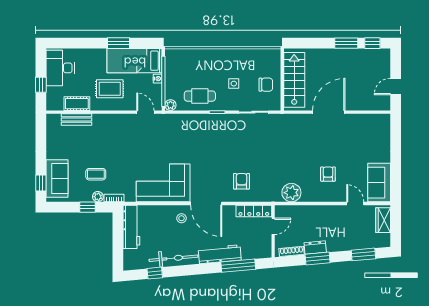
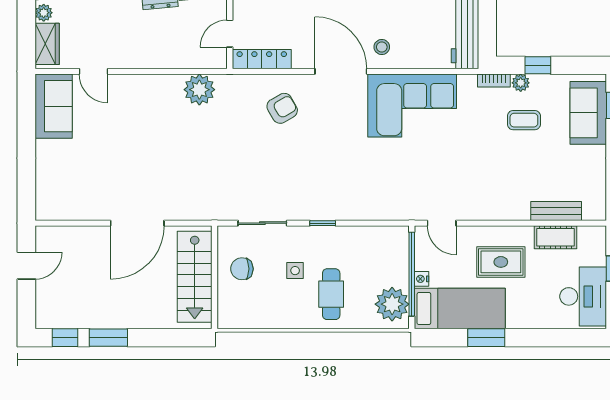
cafe table: (200, 96) -> (331, 294), moved, turned 90
plant: (170, 105) -> (392, 304), moved, width x1.88, depth x1.88
armchair: (328, 174) -> (139, 120), removed
armchair: (242, 181) -> (282, 108), turned -120
plant: (385, 239) -> (44, 13), added

